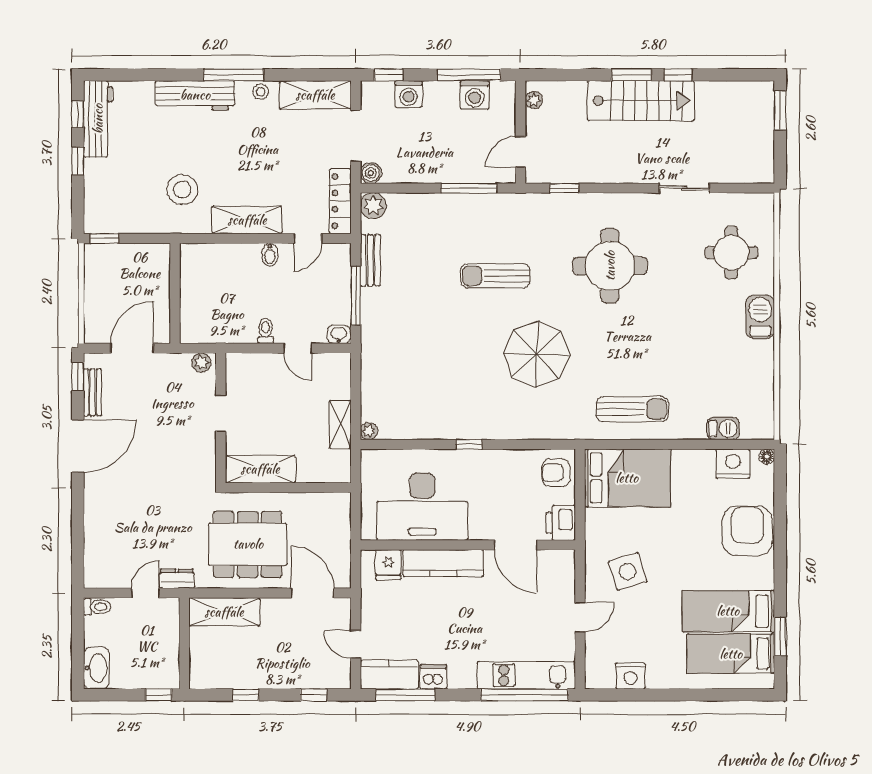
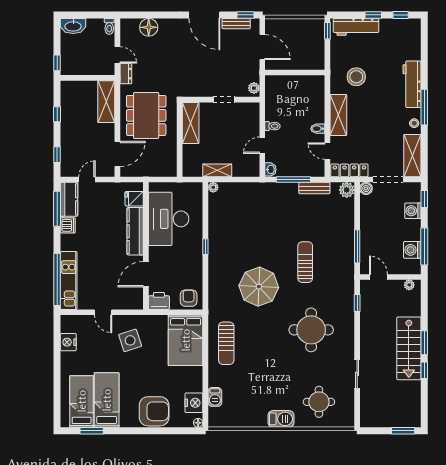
workbench: (98, 119) -> (356, 27), moved
floor lamp: (99, 540) -> (149, 27), added

